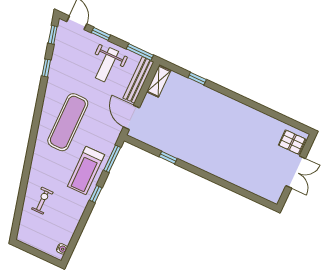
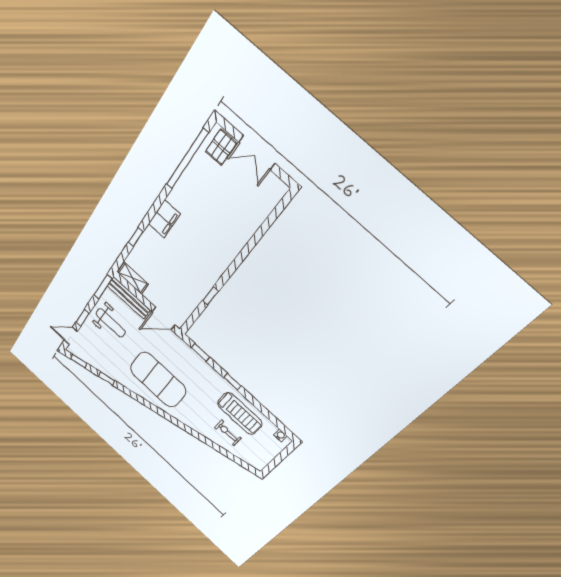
filing cabinet: (221, 103) -> (164, 219), added
window: (276, 115) -> (187, 159), added
exercise mat: (68, 122) -> (158, 380), width x1.47
window: (112, 159) -> (200, 352), width x0.67
treadmill: (86, 170) -> (240, 413), moved
double door: (296, 172) -> (257, 153), swing flipped

